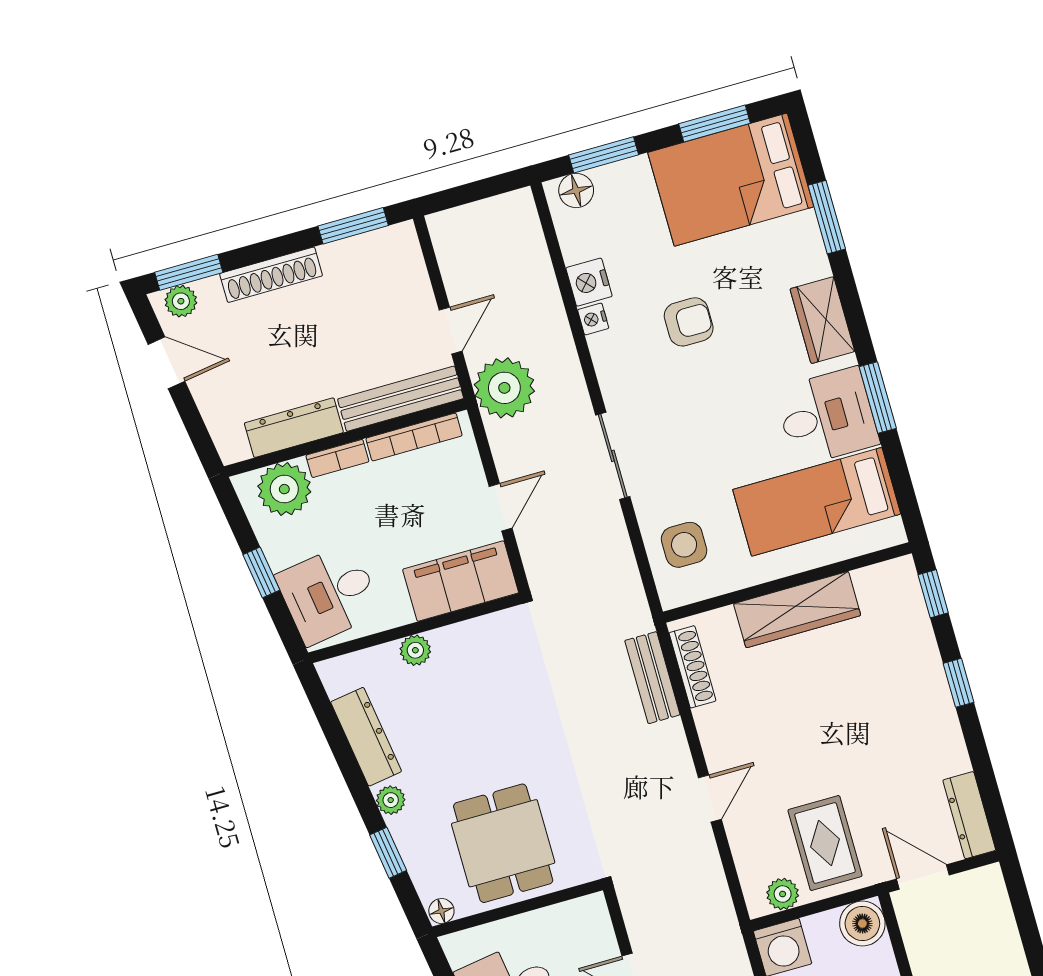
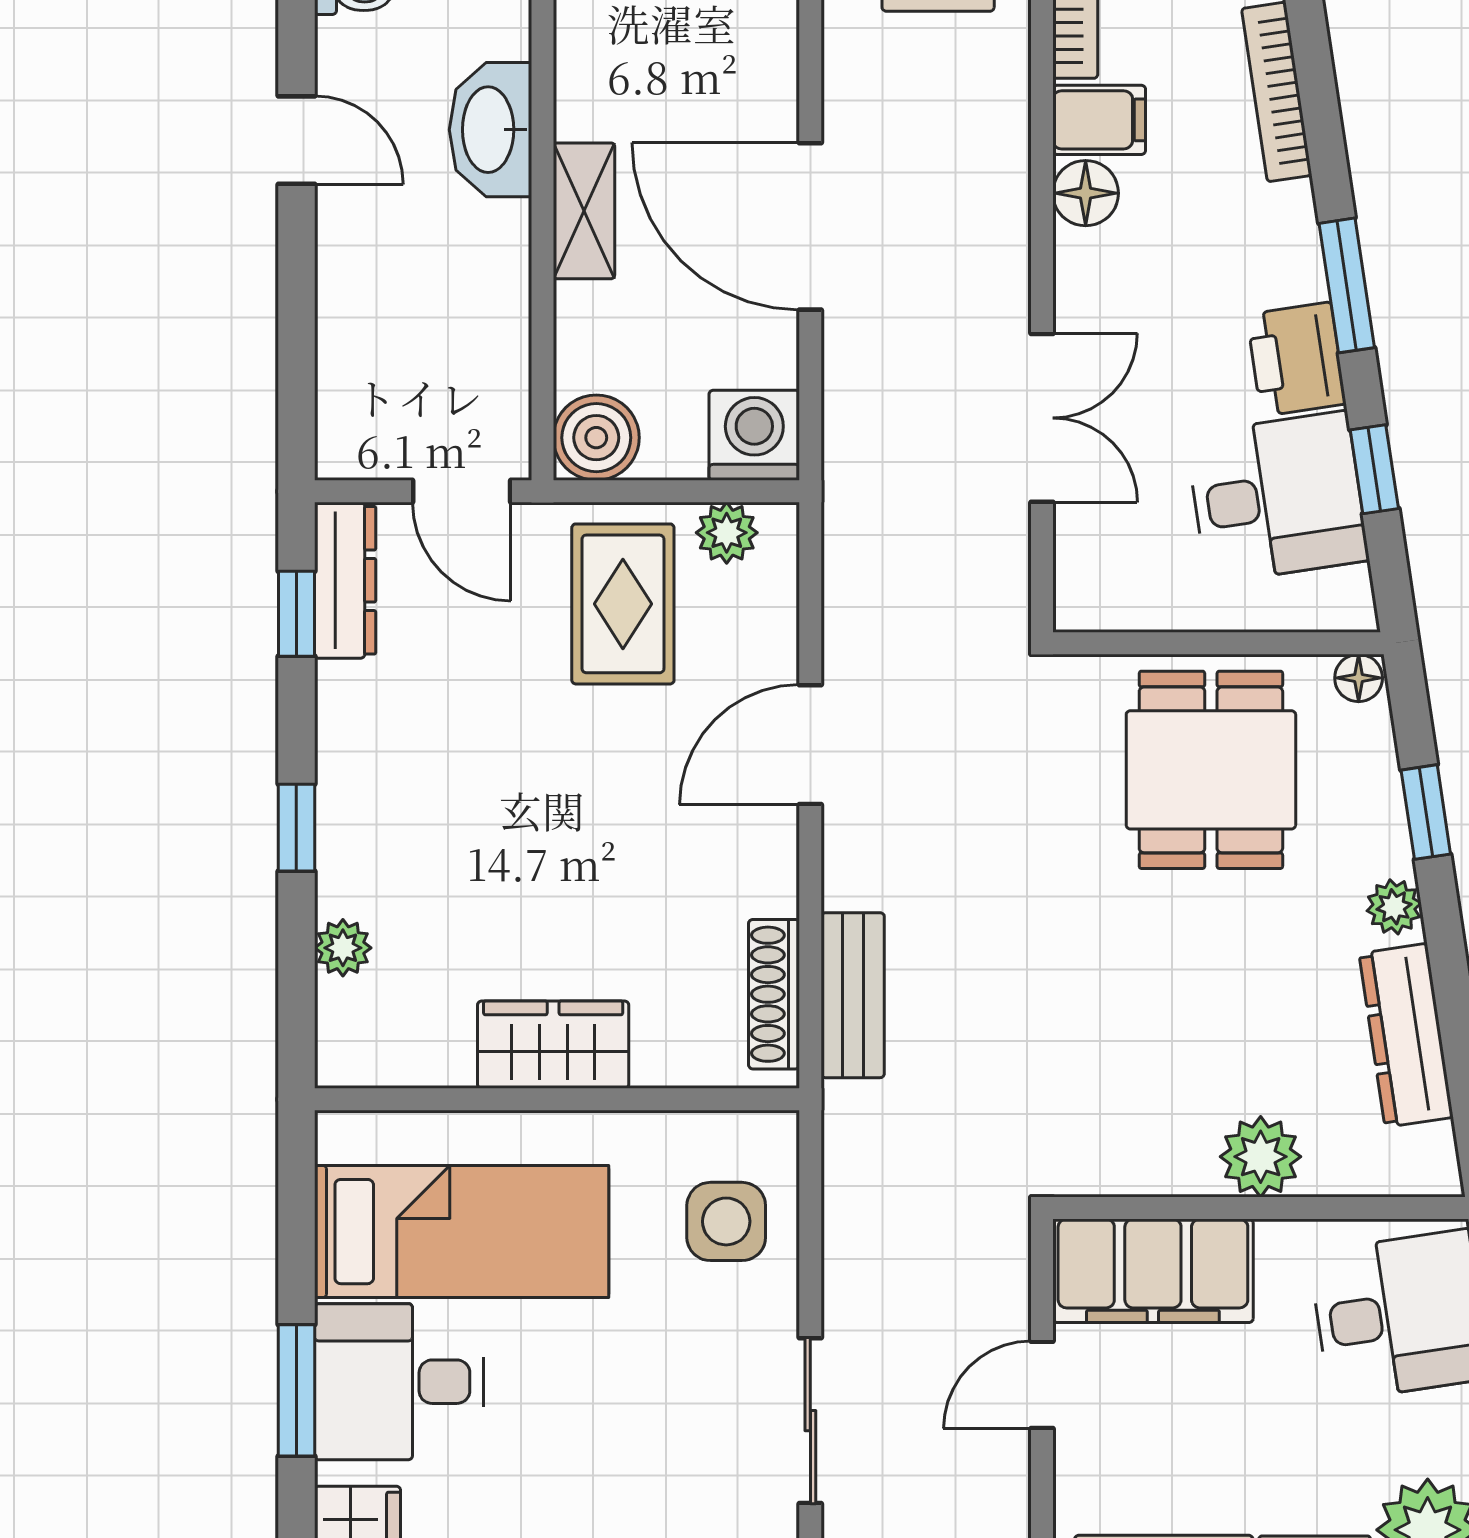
window: (933, 594) -> (296, 614), moved
wardrobe: (797, 610) -> (553, 1045), width x0.67
plant: (918, 629) -> (343, 948), added
plant: (415, 650) -> (1261, 1157), width x1.38, depth x1.38
door: (710, 799) -> (810, 745), width x1.38

